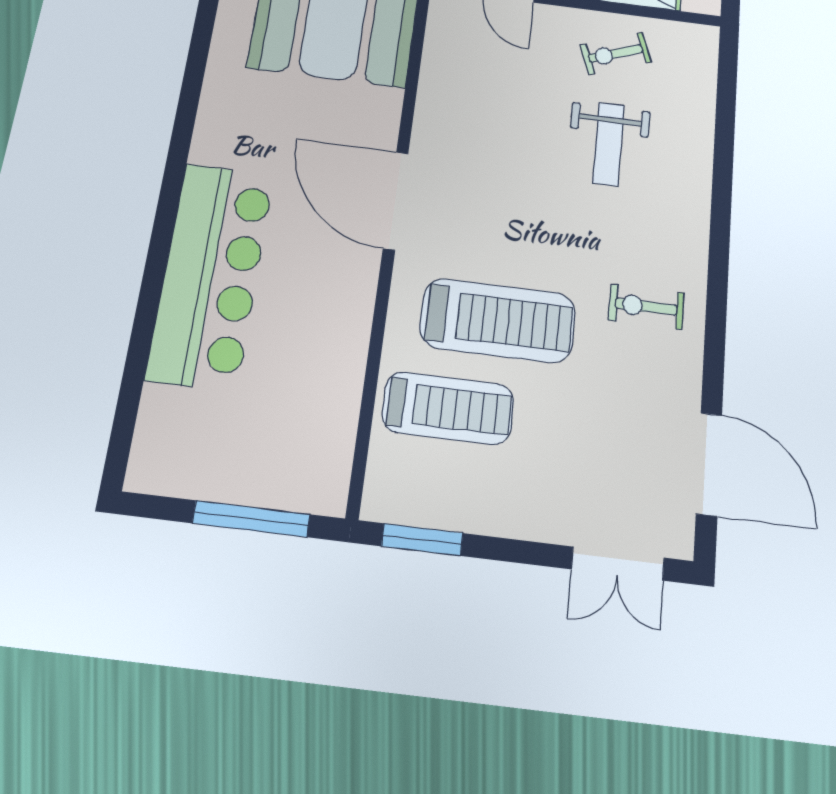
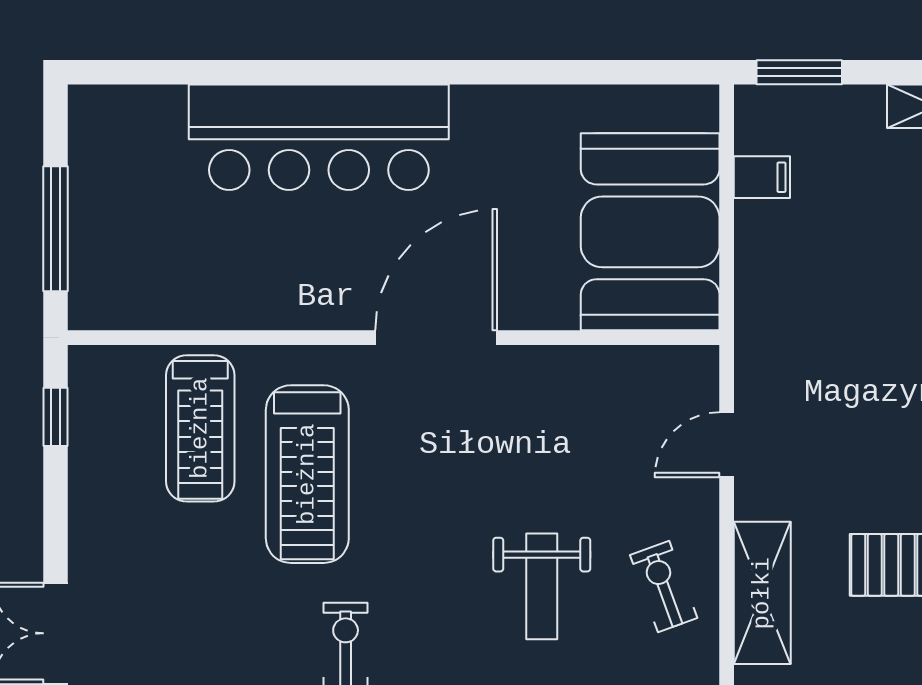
weight bench: (608, 144) -> (542, 586), turned -90
window: (422, 540) -> (56, 417), width x0.67

